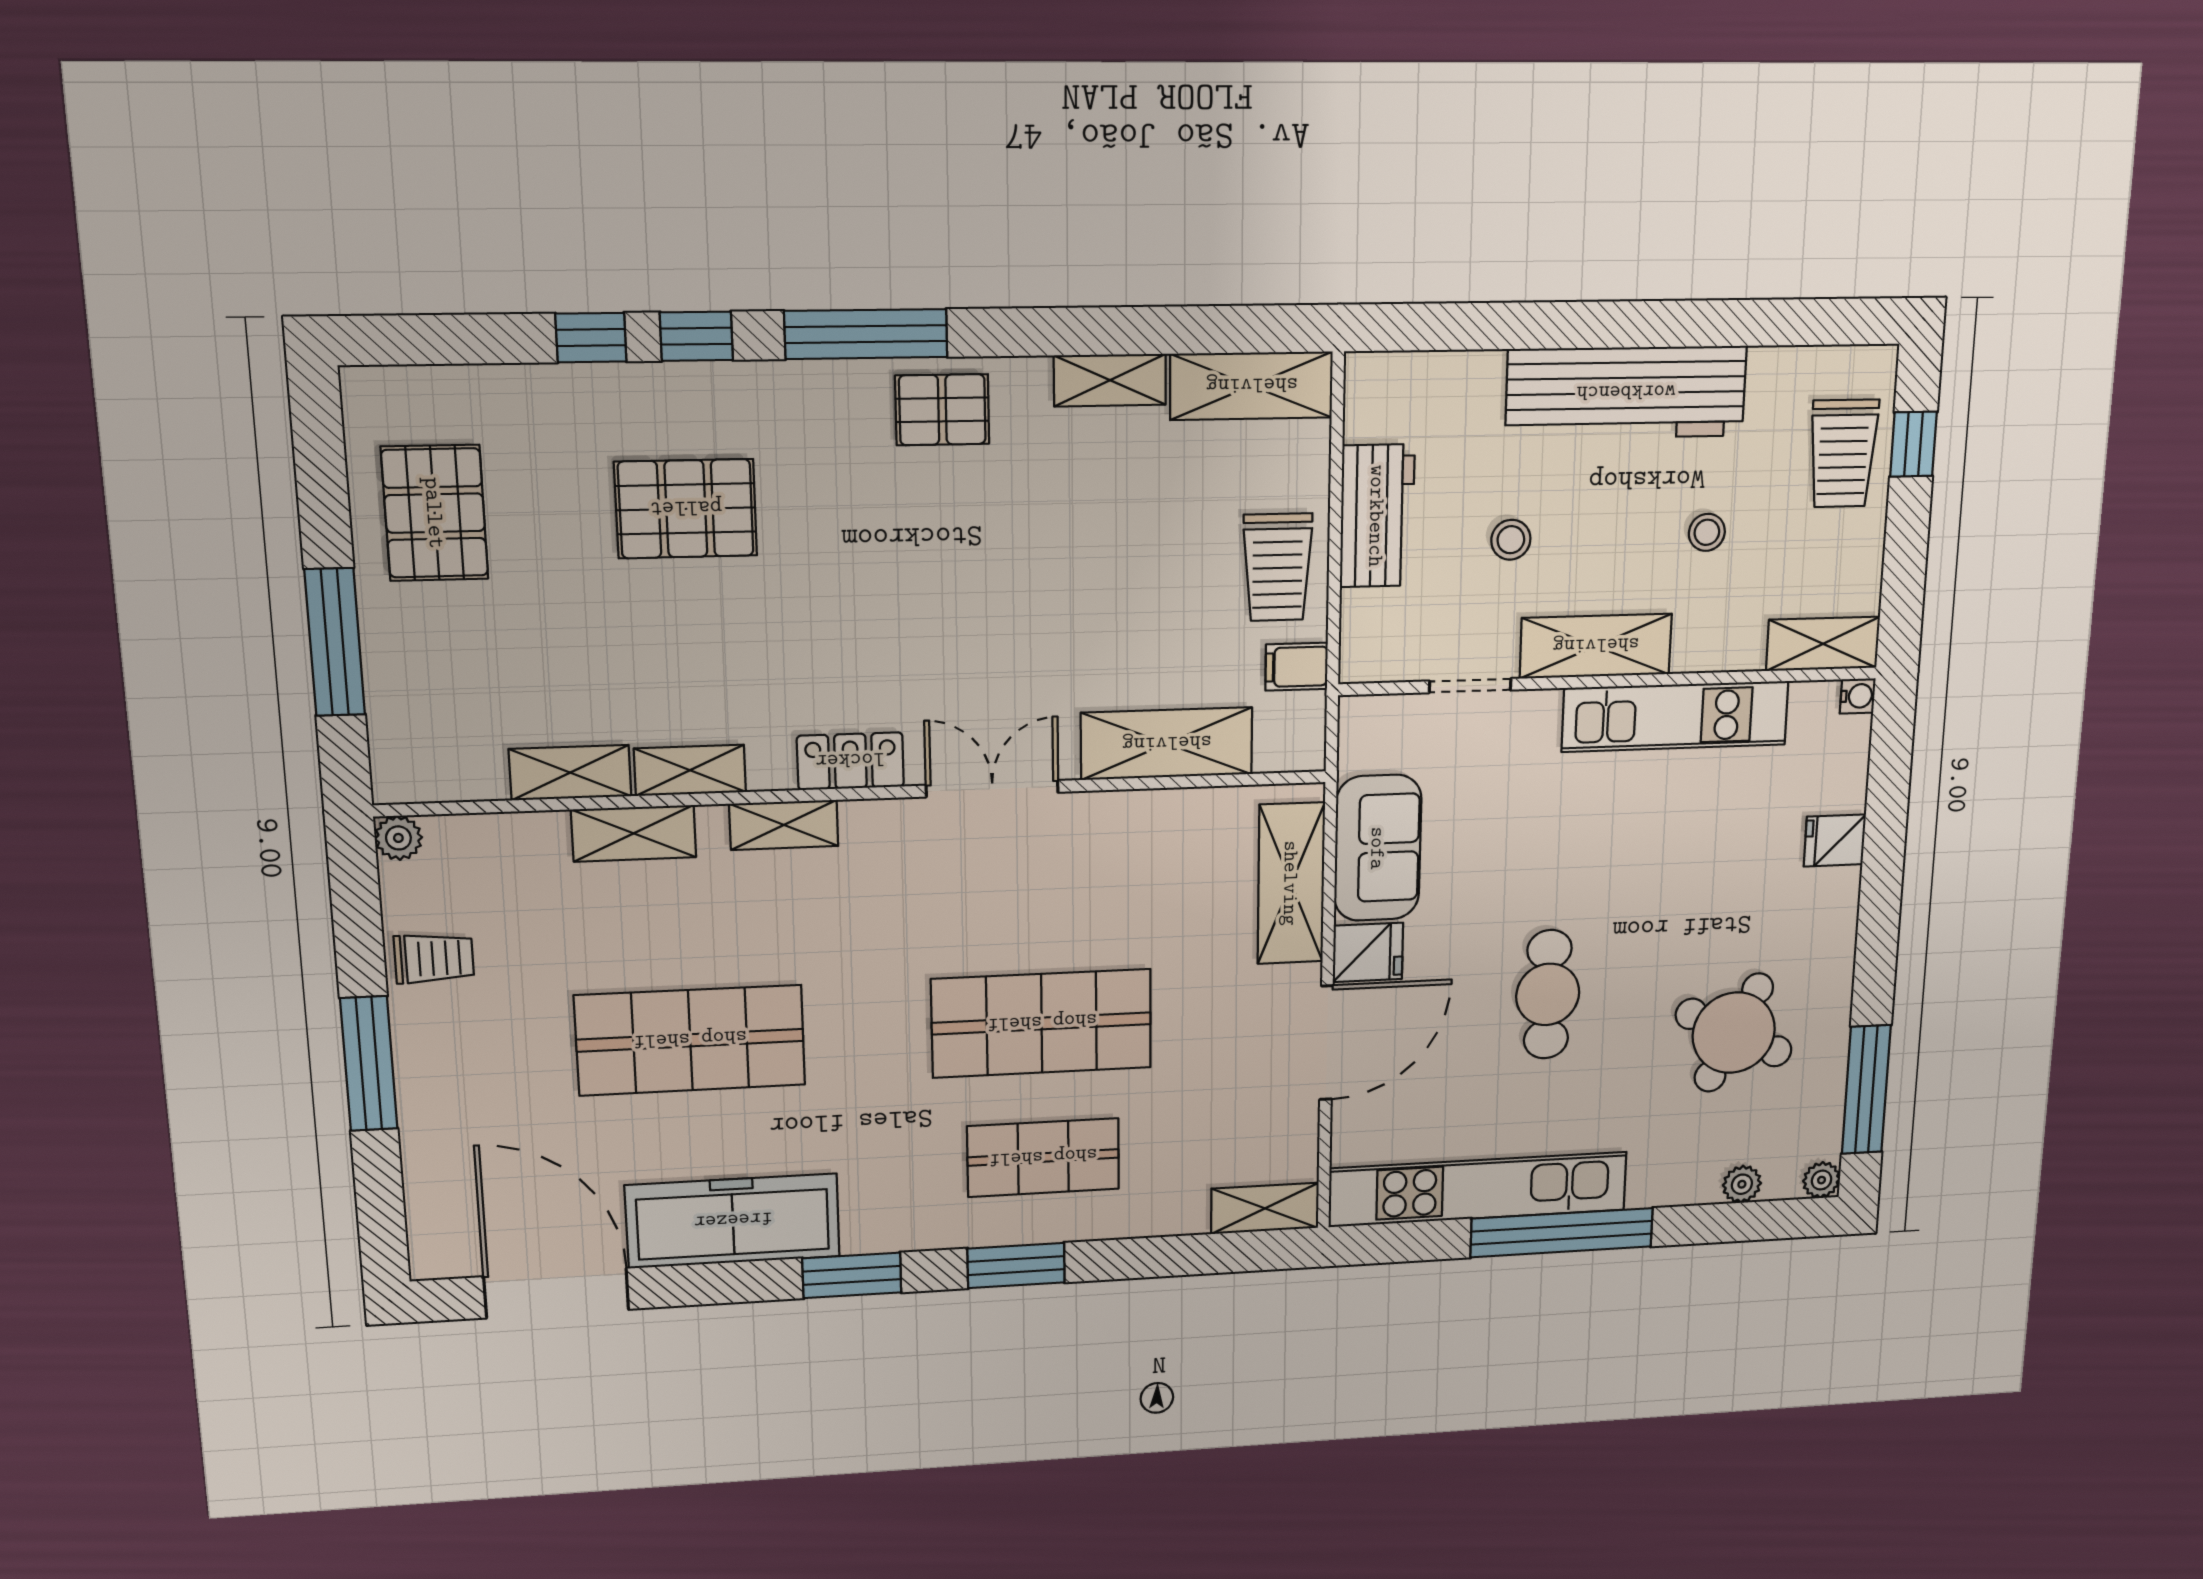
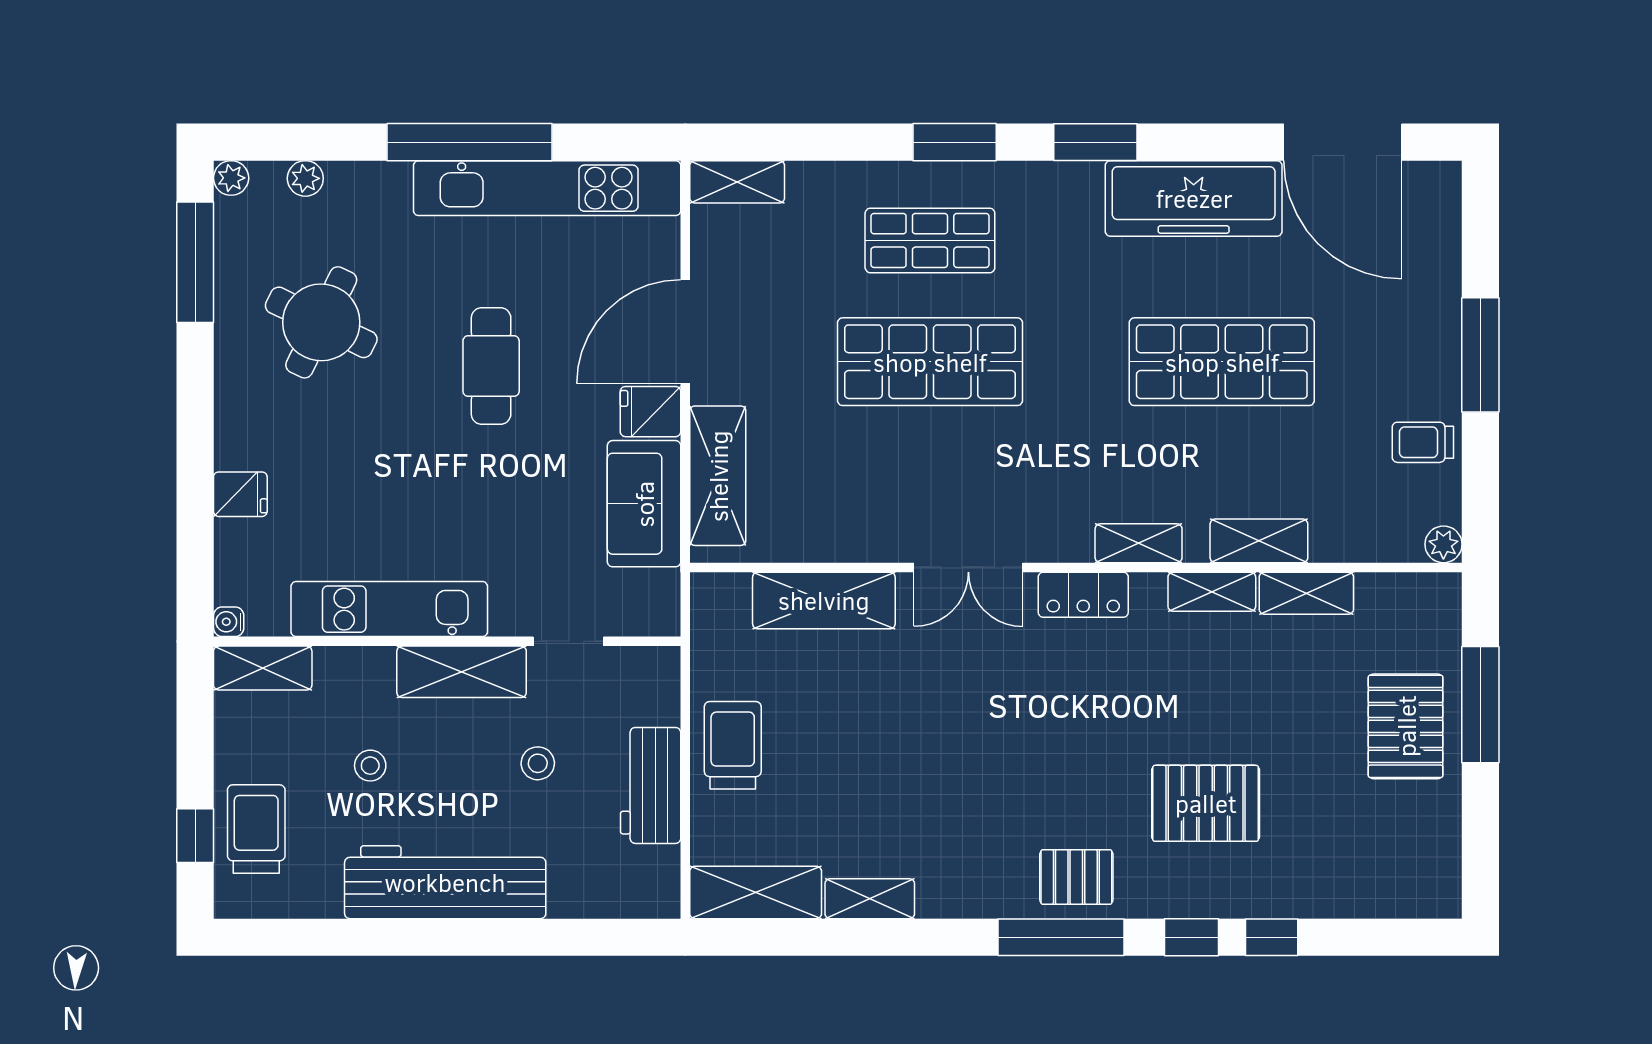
pallet: (942, 410) -> (1076, 877), moved
pallet: (435, 513) -> (1406, 726), moved
filing cabinet: (1297, 667) -> (716, 662), removed

